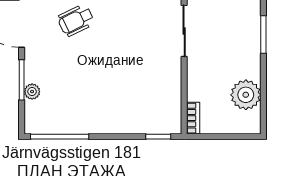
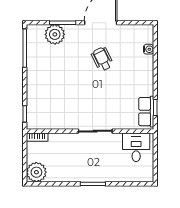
plant: (32, 92) -> (55, 34), width x1.87, depth x1.87
plant: (246, 95) -> (36, 172), moved

